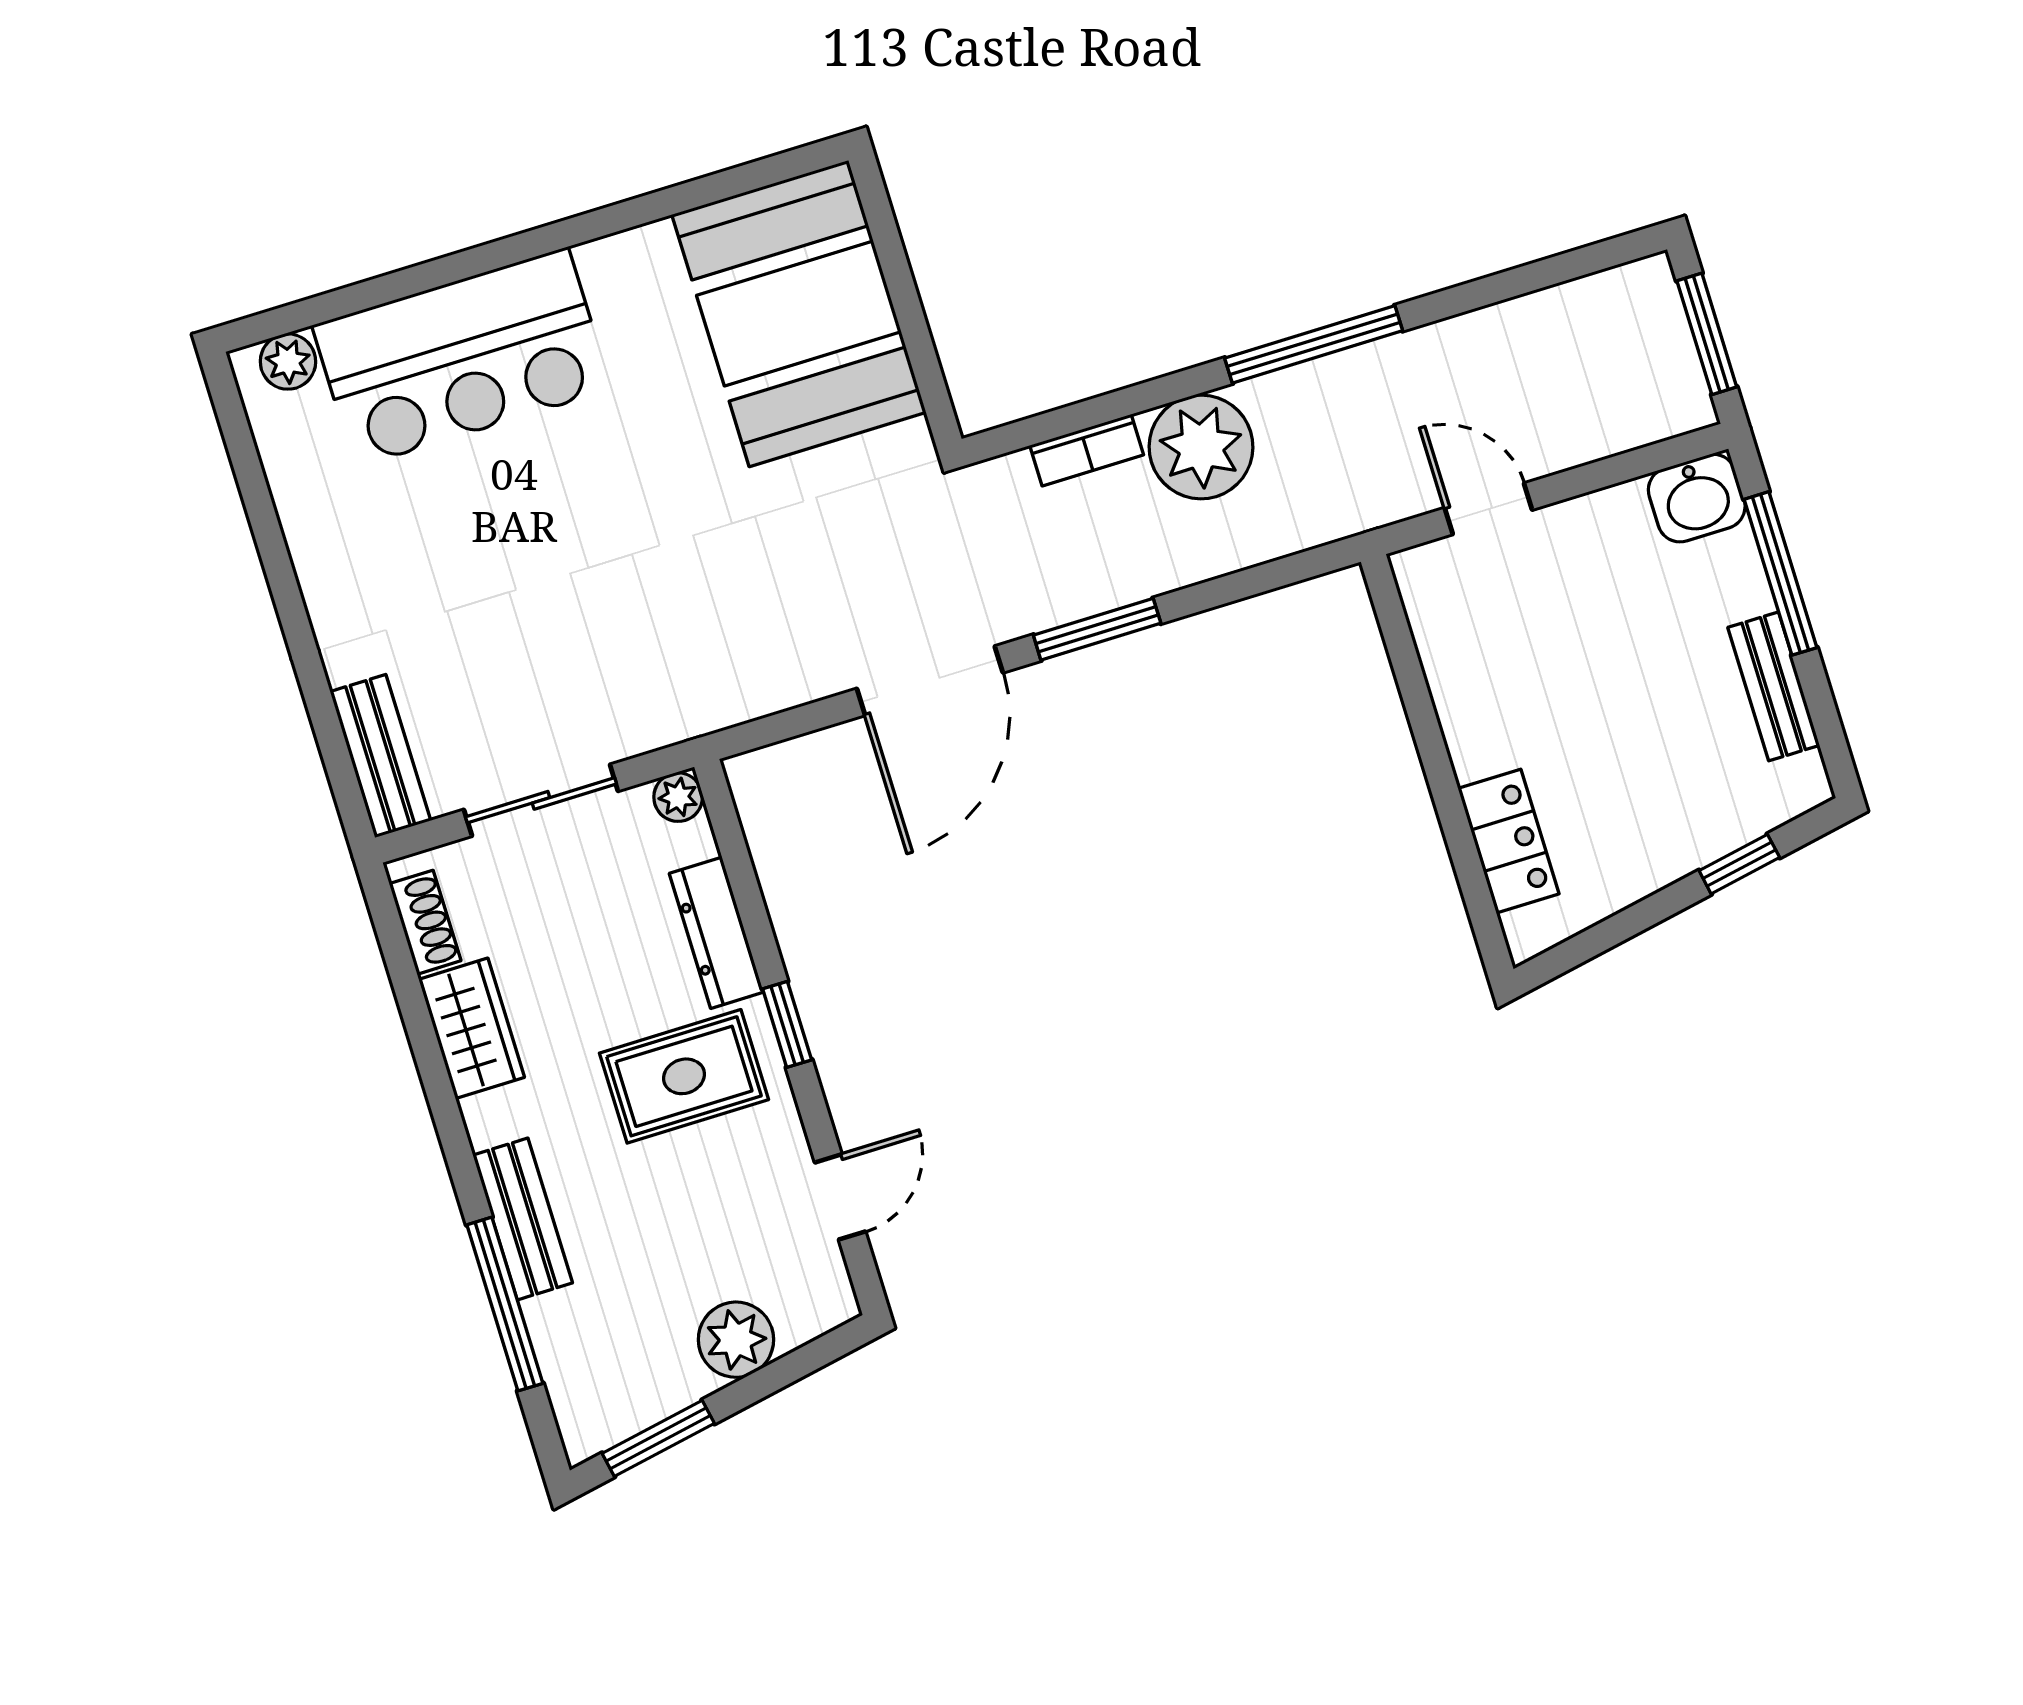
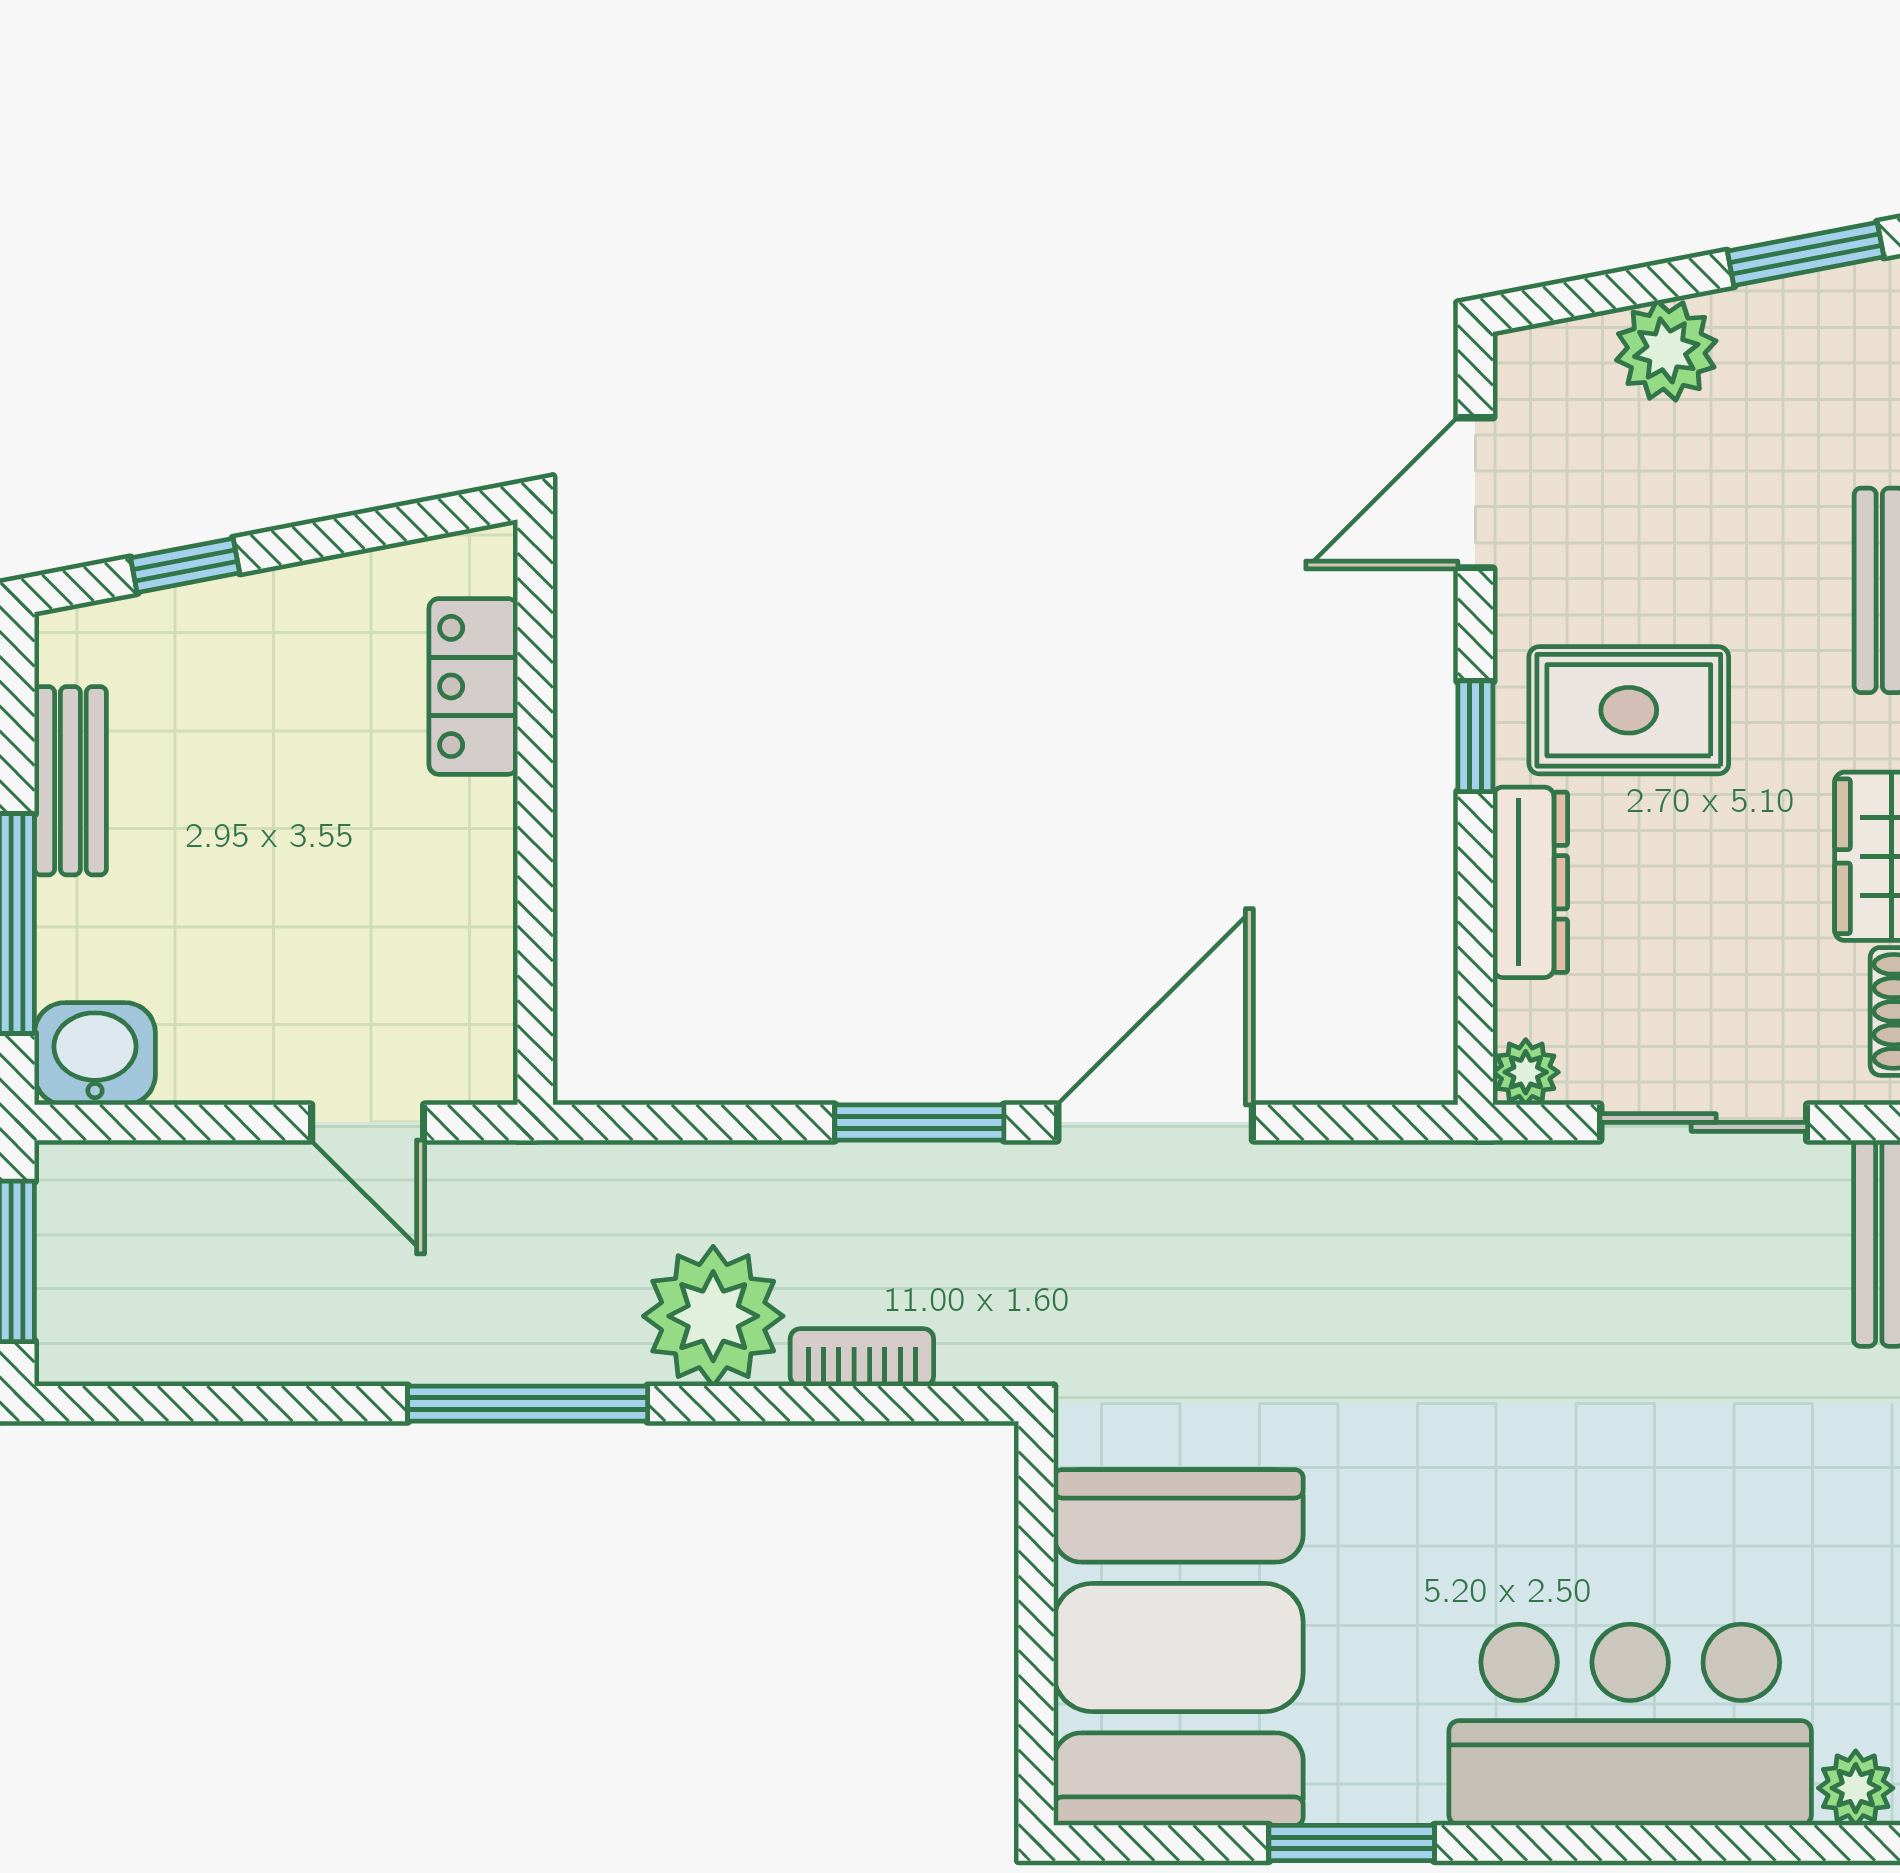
window: (633, 213) -> (1352, 1843), added
door: (840, 1197) -> (1475, 493), width x1.38

